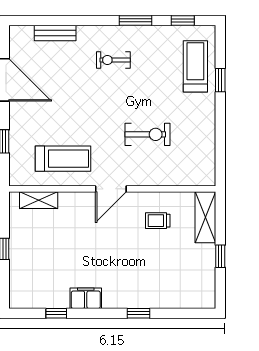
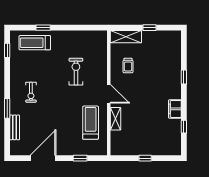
window: (136, 20) -> (7, 108), moved
shelving: (39, 200) -> (116, 119), moved

